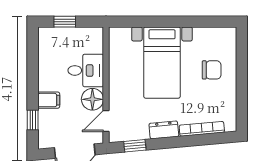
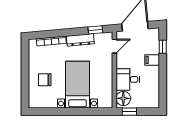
window: (65, 22) -> (129, 112), moved
floor lamp: (92, 99) -> (123, 98), moved
dresser: (164, 130) -> (80, 40), width x1.44

